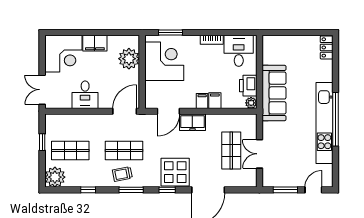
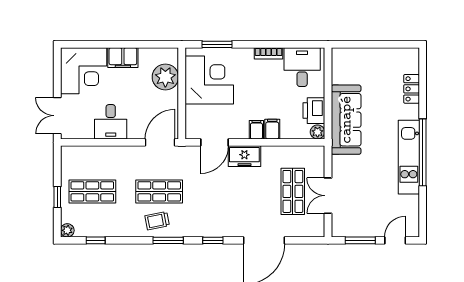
locker: (327, 47) -> (412, 89), moved
kitchen unit: (324, 123) -> (409, 157), width x0.73
window: (42, 142) -> (57, 197), moved
display table: (175, 172) -> (223, 218), removed
plant: (55, 177) -> (67, 230), width x0.53, depth x0.53
window: (88, 190) -> (96, 240), moved

